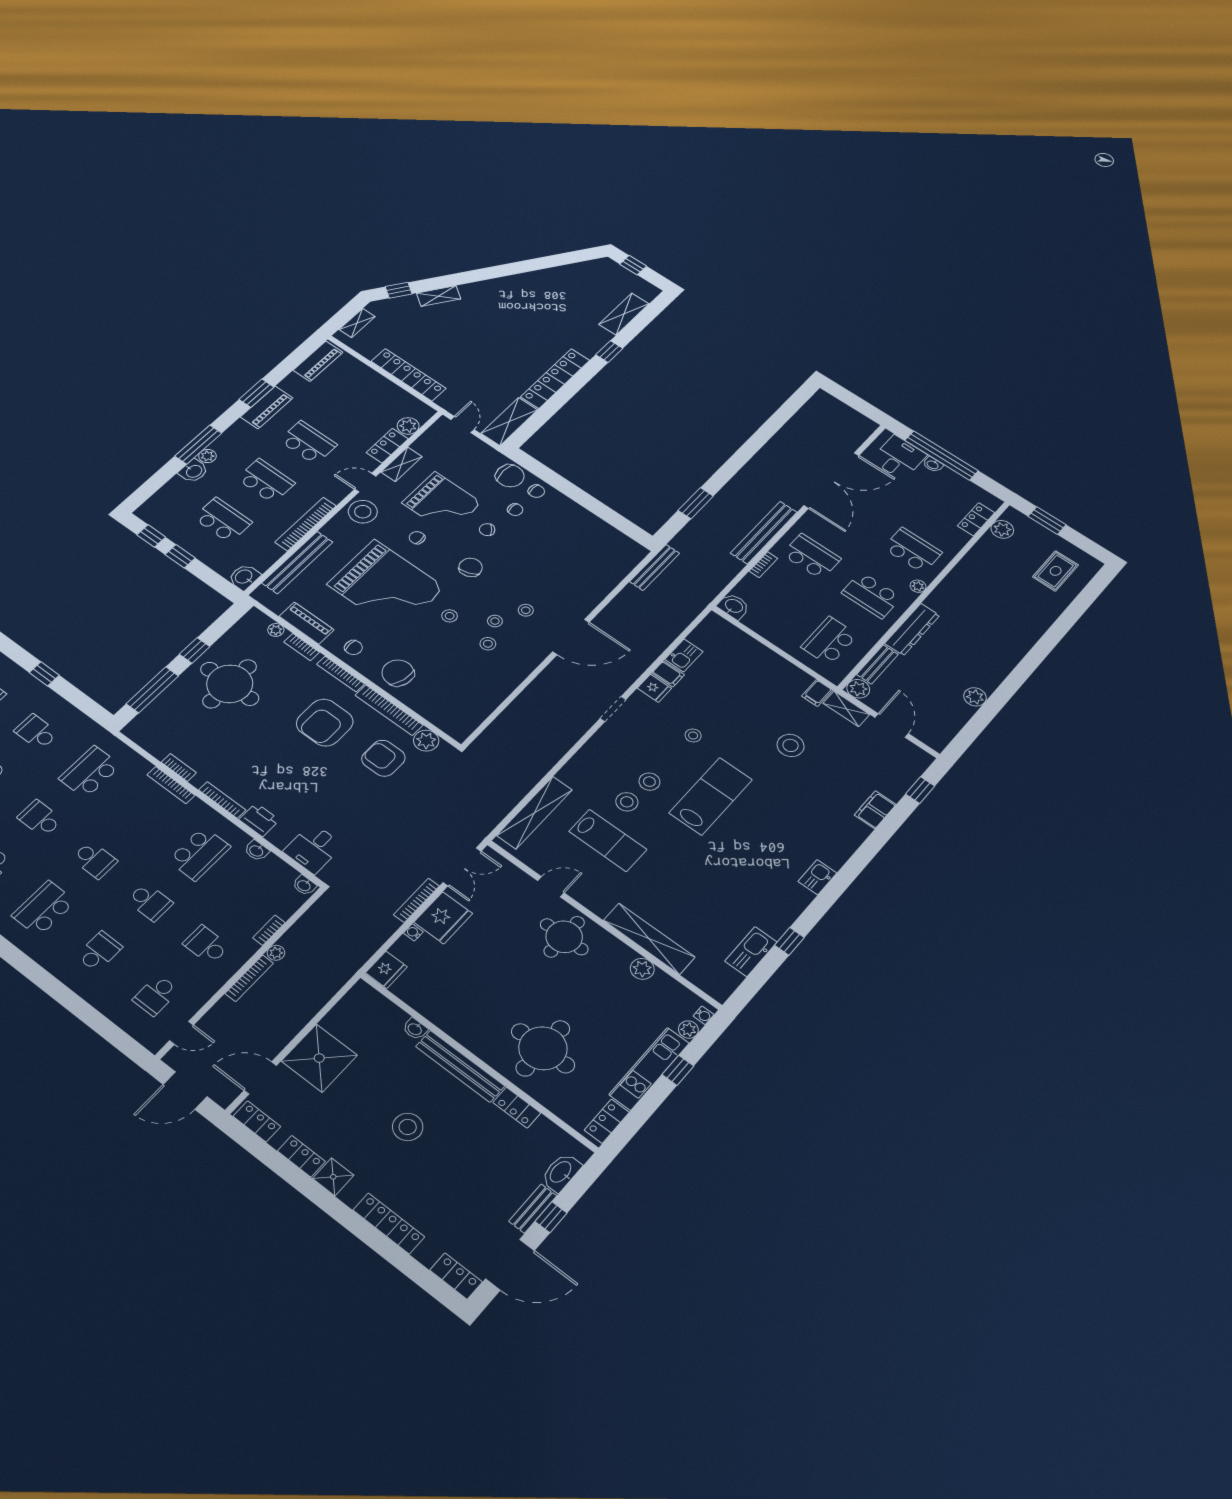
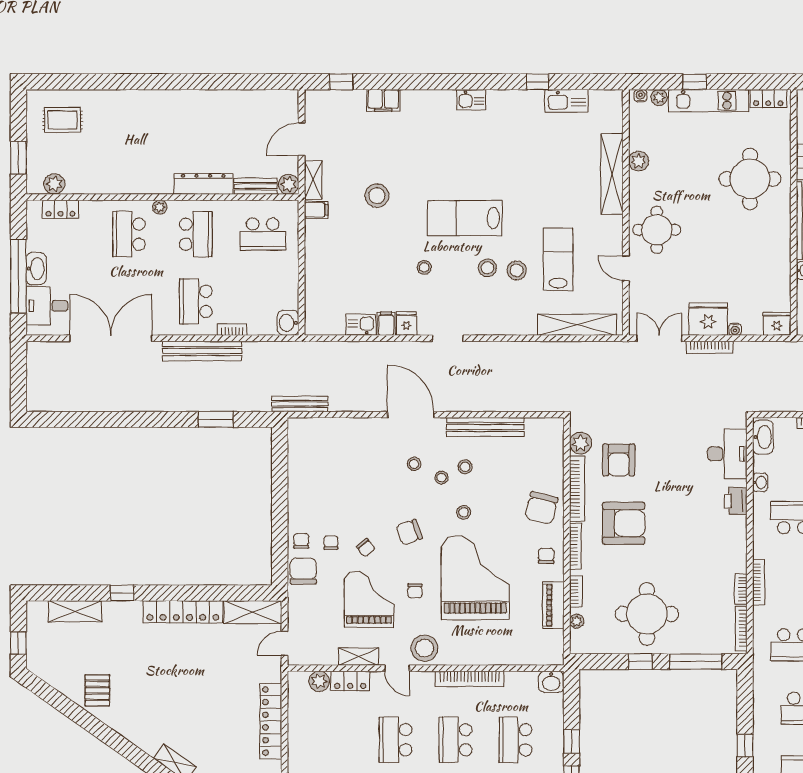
pallet: (546, 287) -> (97, 690), added
washbasin: (933, 465) -> (36, 269), width x1.91, depth x1.45
bench: (297, 562) -> (485, 427), moved
plant: (975, 697) -> (228, 99), removed
bookcase: (222, 800) -> (741, 628), moved
desk: (313, 848) -> (727, 454), width x1.37
washbasin: (304, 885) -> (763, 437), width x1.91, depth x1.45

